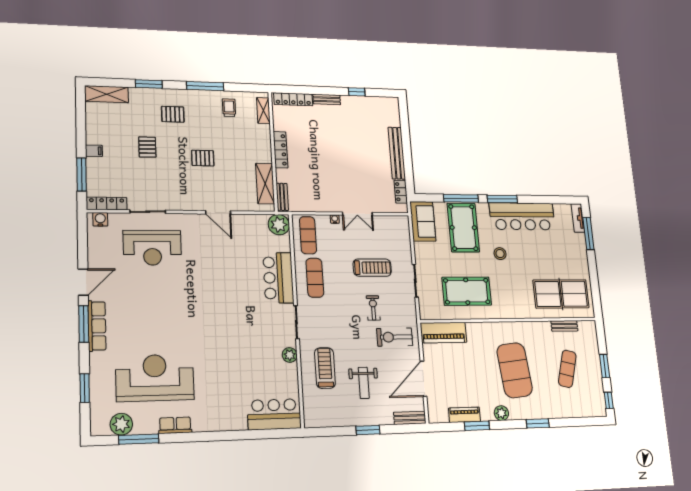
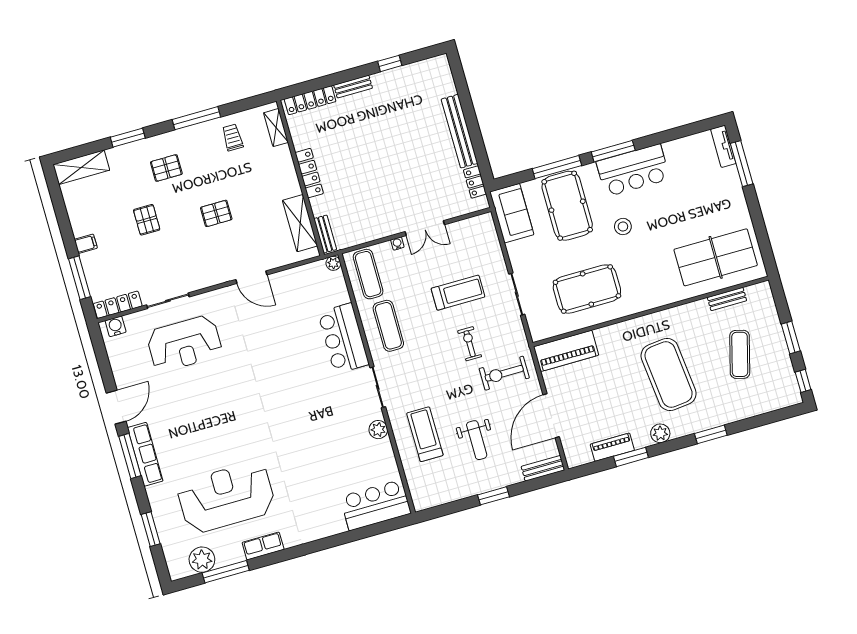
bar counter: (522, 216) -> (633, 170), width x0.73
plant: (279, 225) -> (333, 263), width x0.53, depth x0.53

